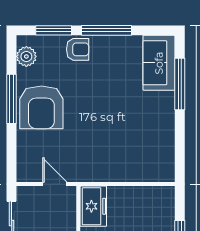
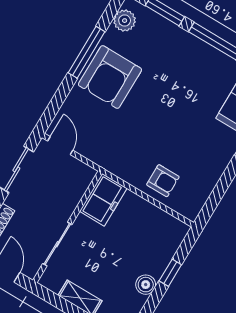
armchair: (78, 49) -> (163, 181), moved
door: (55, 184) -> (60, 146), moved

